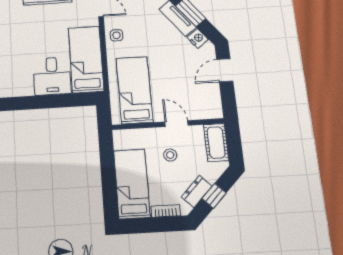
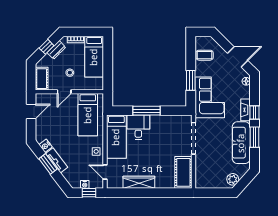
door: (225, 70) -> (31, 111), moved
window: (40, 102) -> (146, 111), added
door: (177, 124) -> (64, 92), hinge flipped

